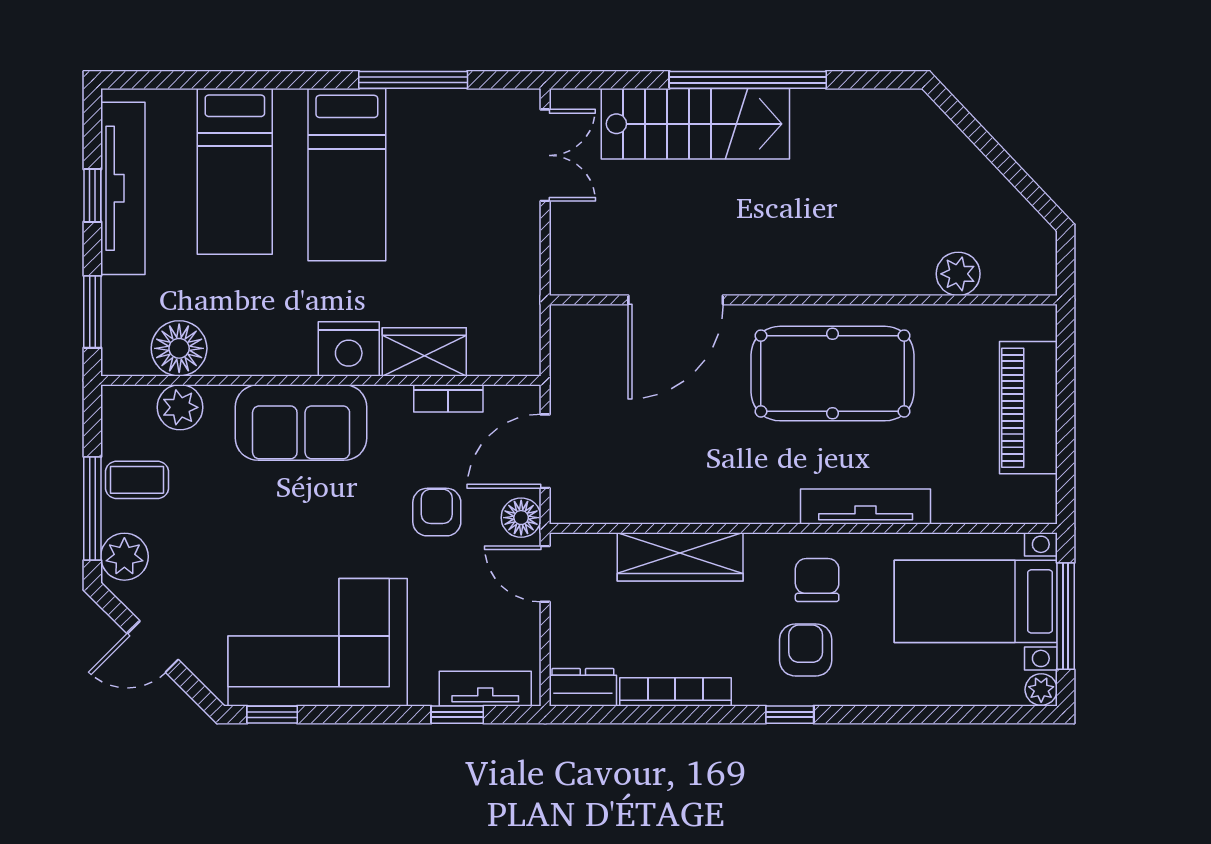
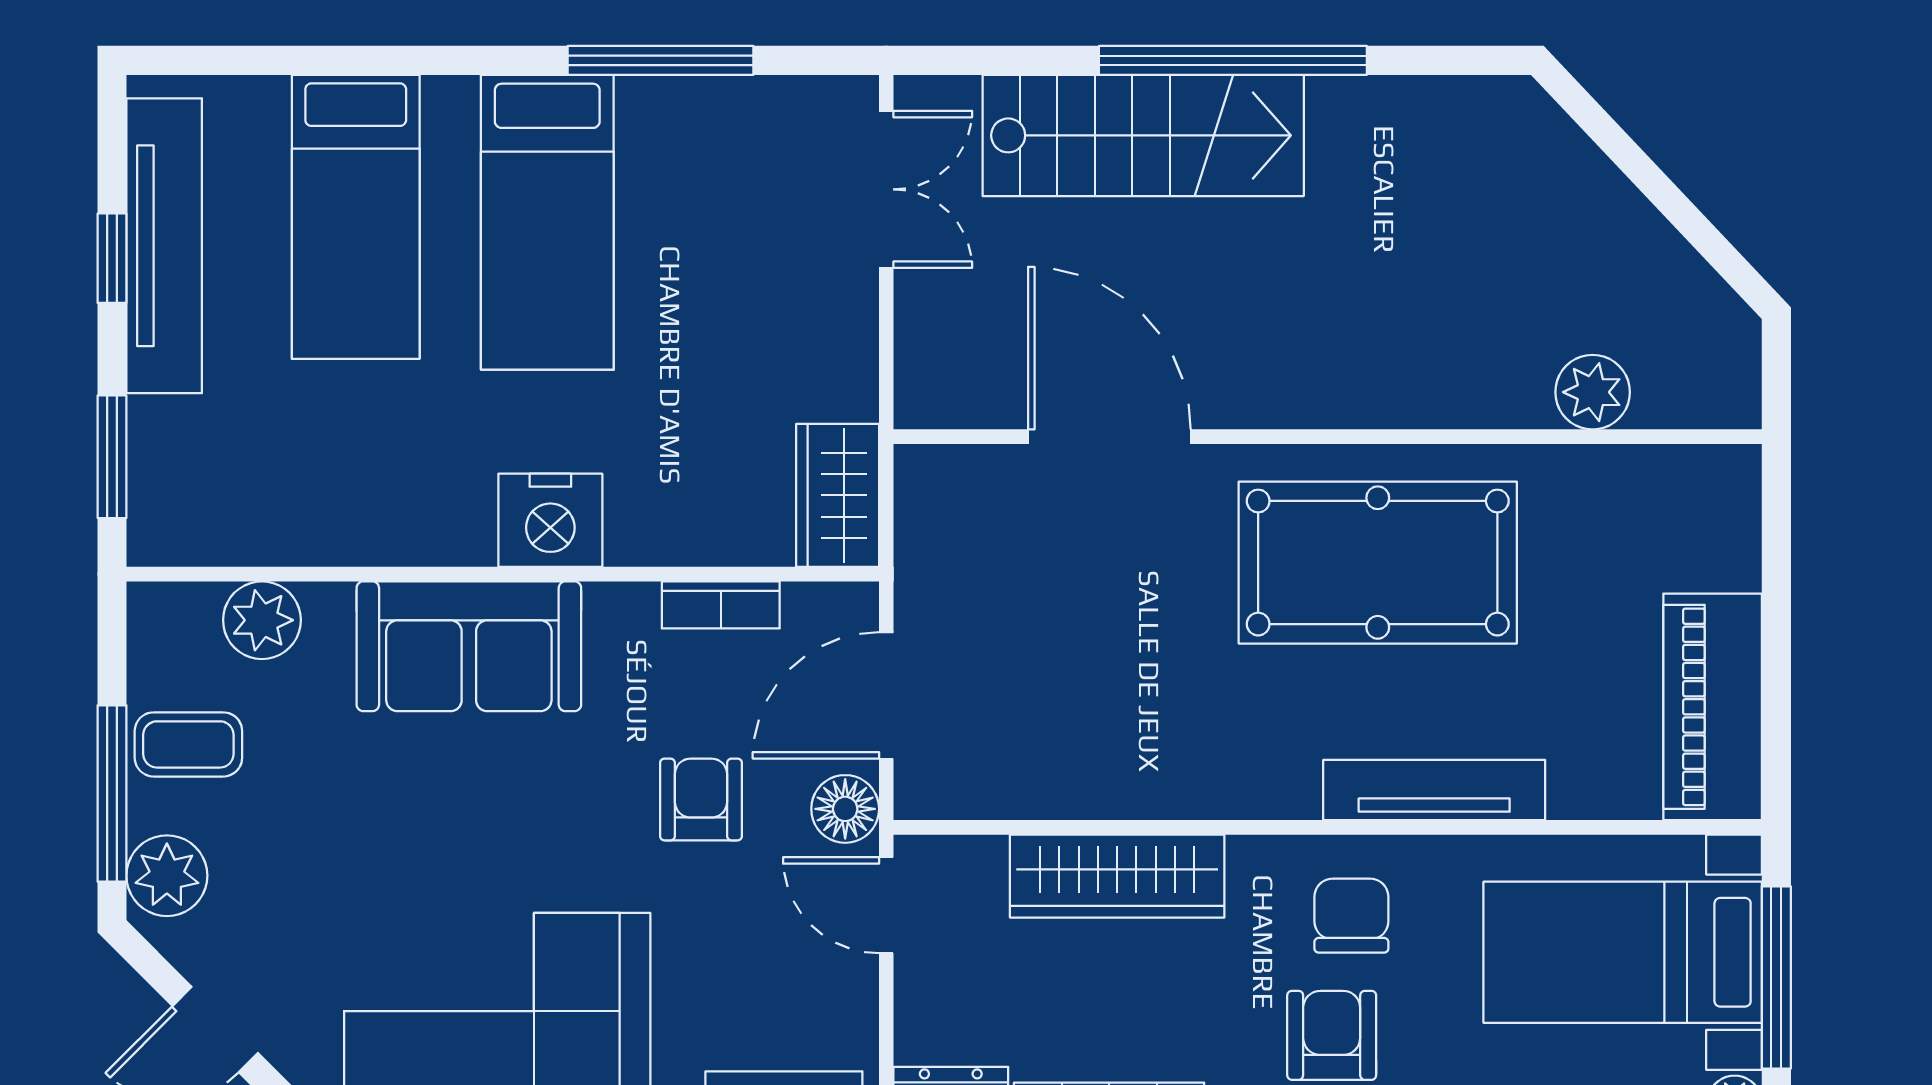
door: (676, 300) -> (1109, 437), swing flipped
floor lamp: (179, 348) -> (260, 519), removed
wardrobe: (424, 352) -> (838, 495), moved, turned -90
piano: (1028, 408) -> (1713, 707), moved

